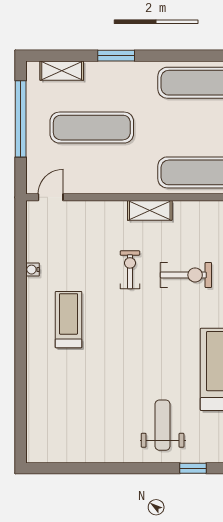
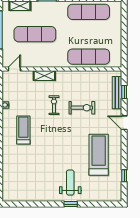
shelving: (150, 210) -> (44, 76), moved
window: (193, 468) -> (71, 204), moved

